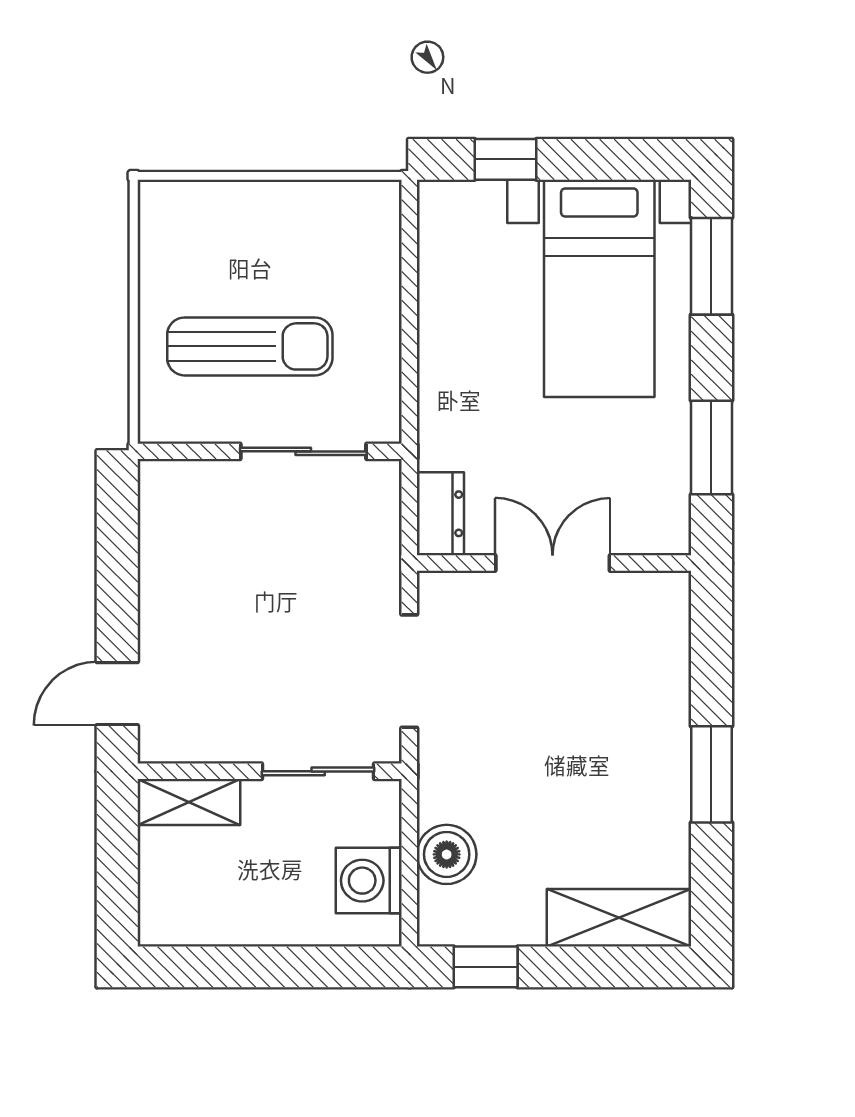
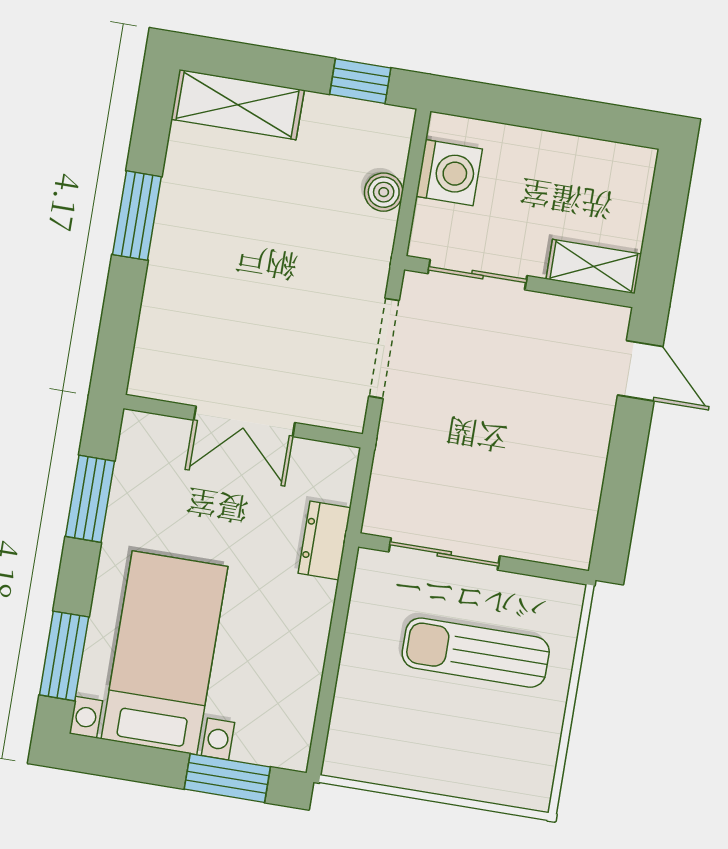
window: (505, 159) -> (227, 778), width x1.50
dresser: (440, 514) -> (324, 541), moved
door: (117, 694) -> (640, 371), hinge flipped
boiler: (447, 854) -> (384, 192), width x0.73, depth x0.73

